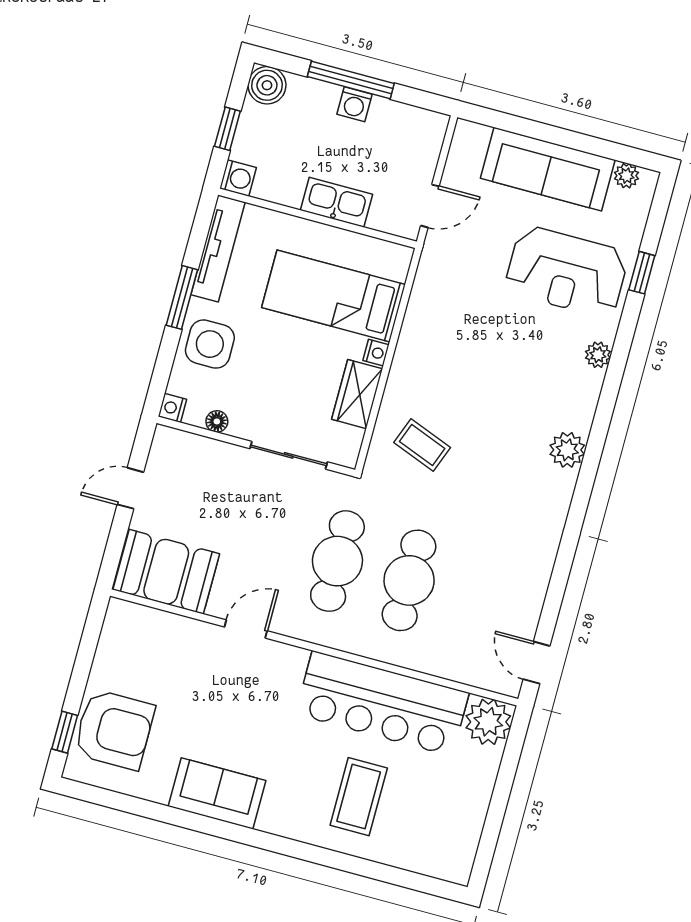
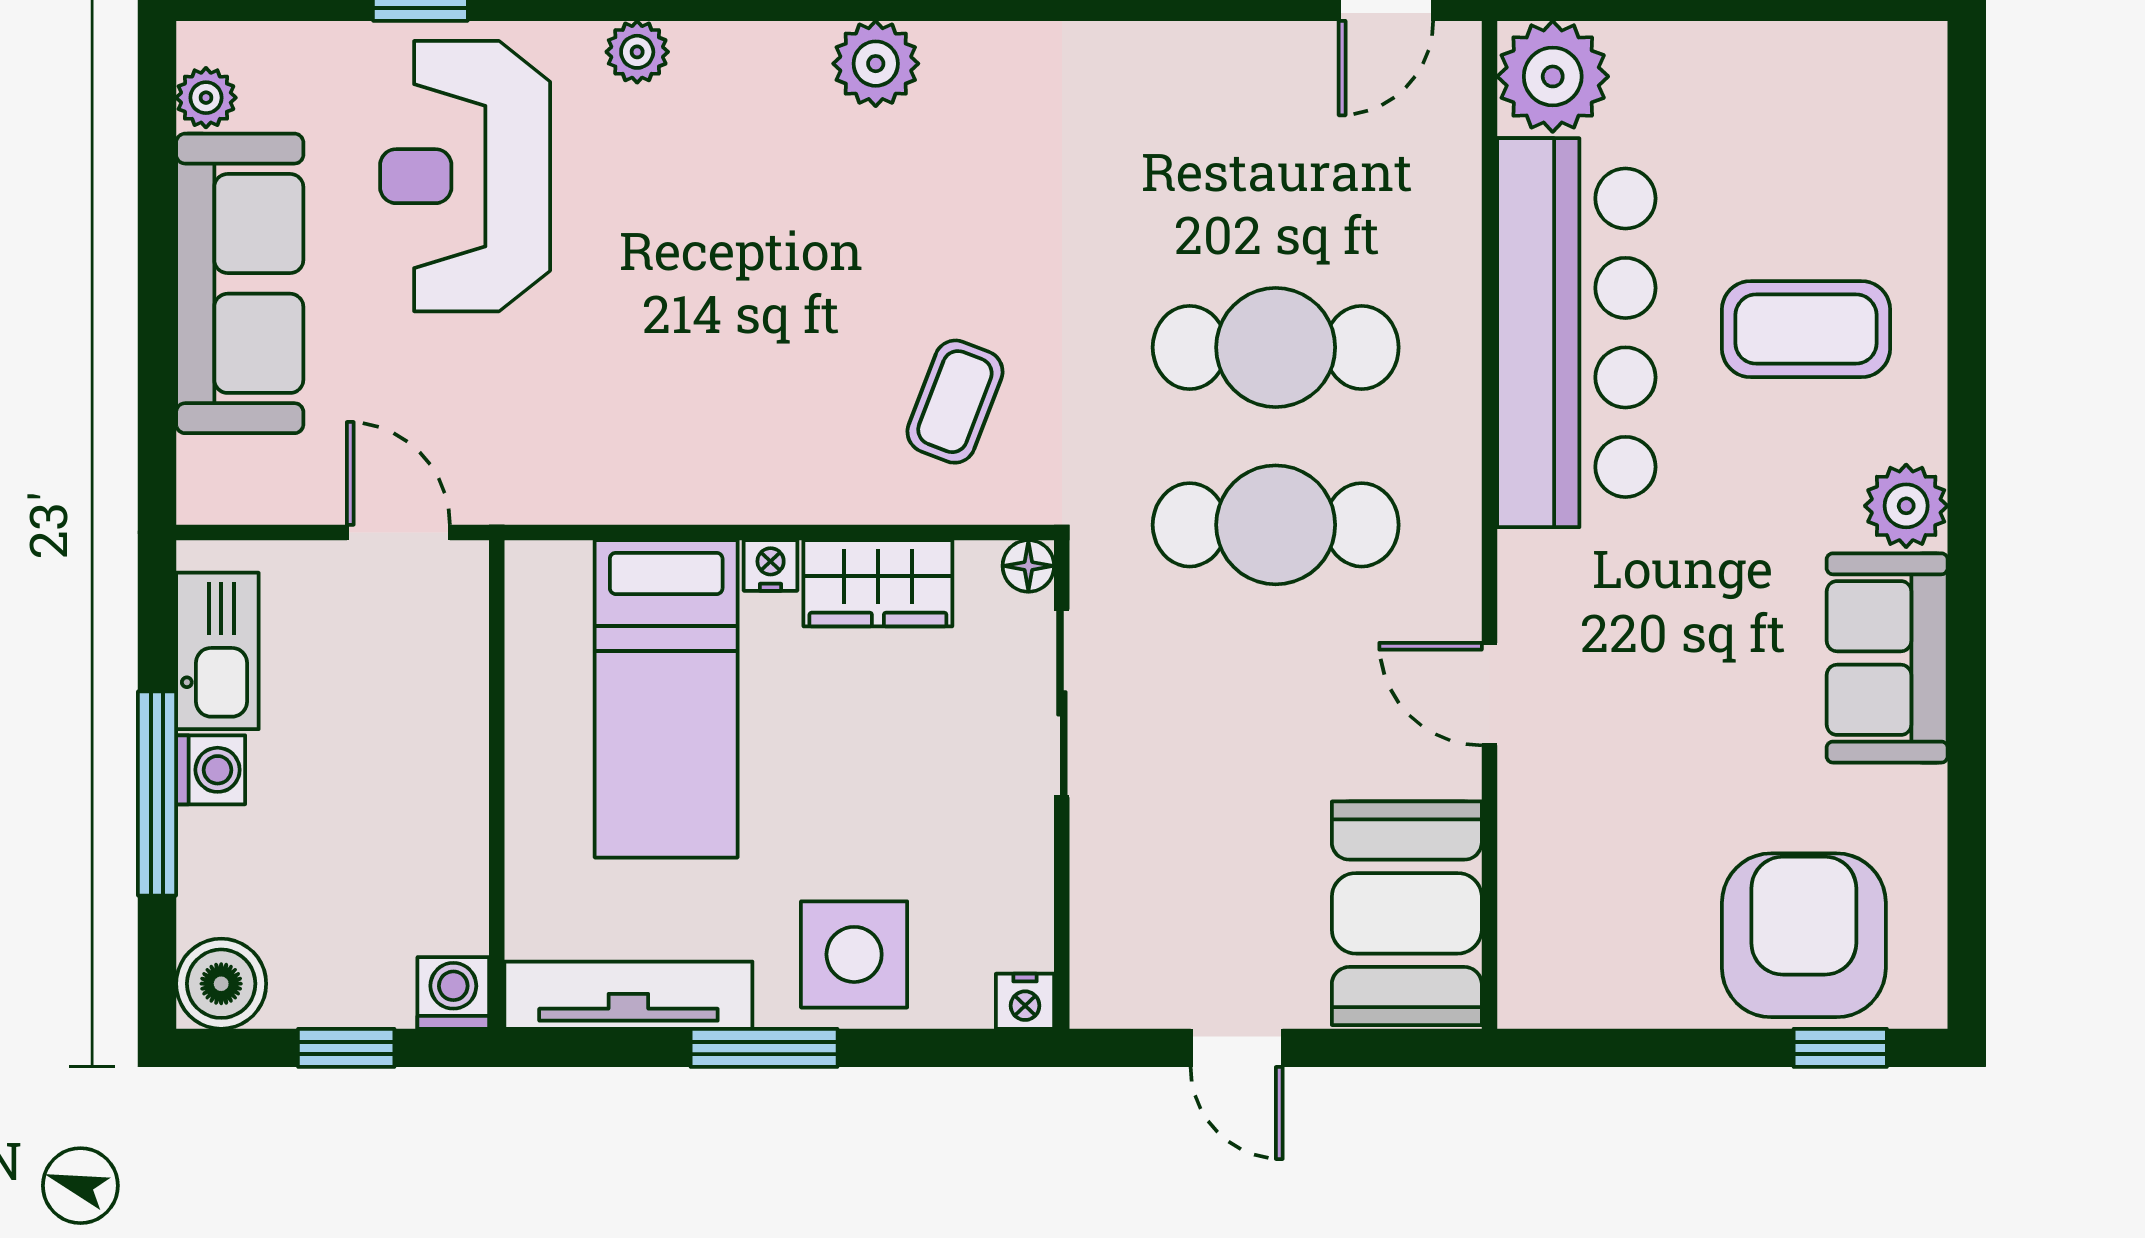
kitchen sink: (337, 202) -> (217, 651), moved, turned 180
reception desk: (567, 272) -> (465, 176), turned 180
floor lamp: (217, 421) -> (1028, 566), moved
plant: (276, 818) -> (1906, 506), added

